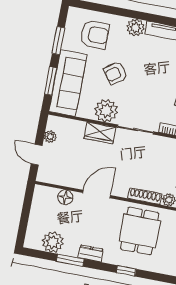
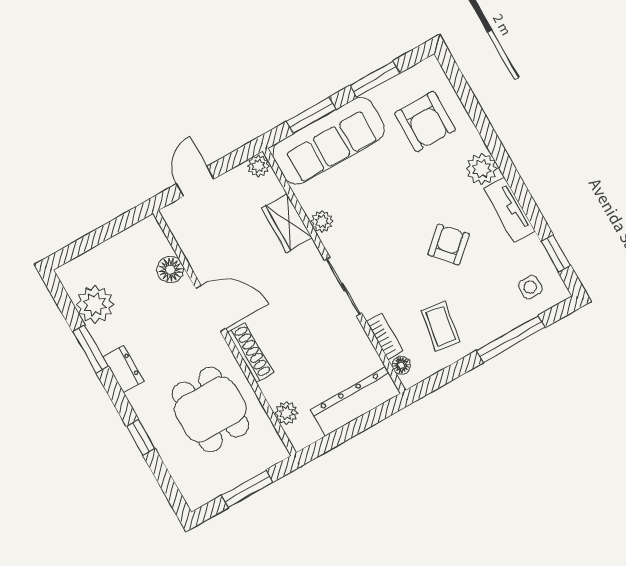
armchair: (116, 73) -> (449, 244), moved, turned 84
plant: (106, 111) -> (322, 221), width x0.53, depth x0.53
wardrobe: (100, 133) -> (287, 223), moved
plant: (50, 137) -> (258, 166), moved
shoe rack: (145, 196) -> (250, 353), moved
dining table: (140, 231) -> (210, 409), turned 90

